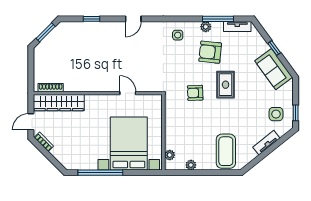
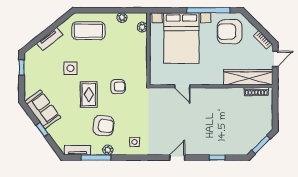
side table: (276, 114) -> (70, 68), moved
armchair: (78, 150) -> (230, 32), added
coffee table: (226, 151) -> (88, 31), turned 90

